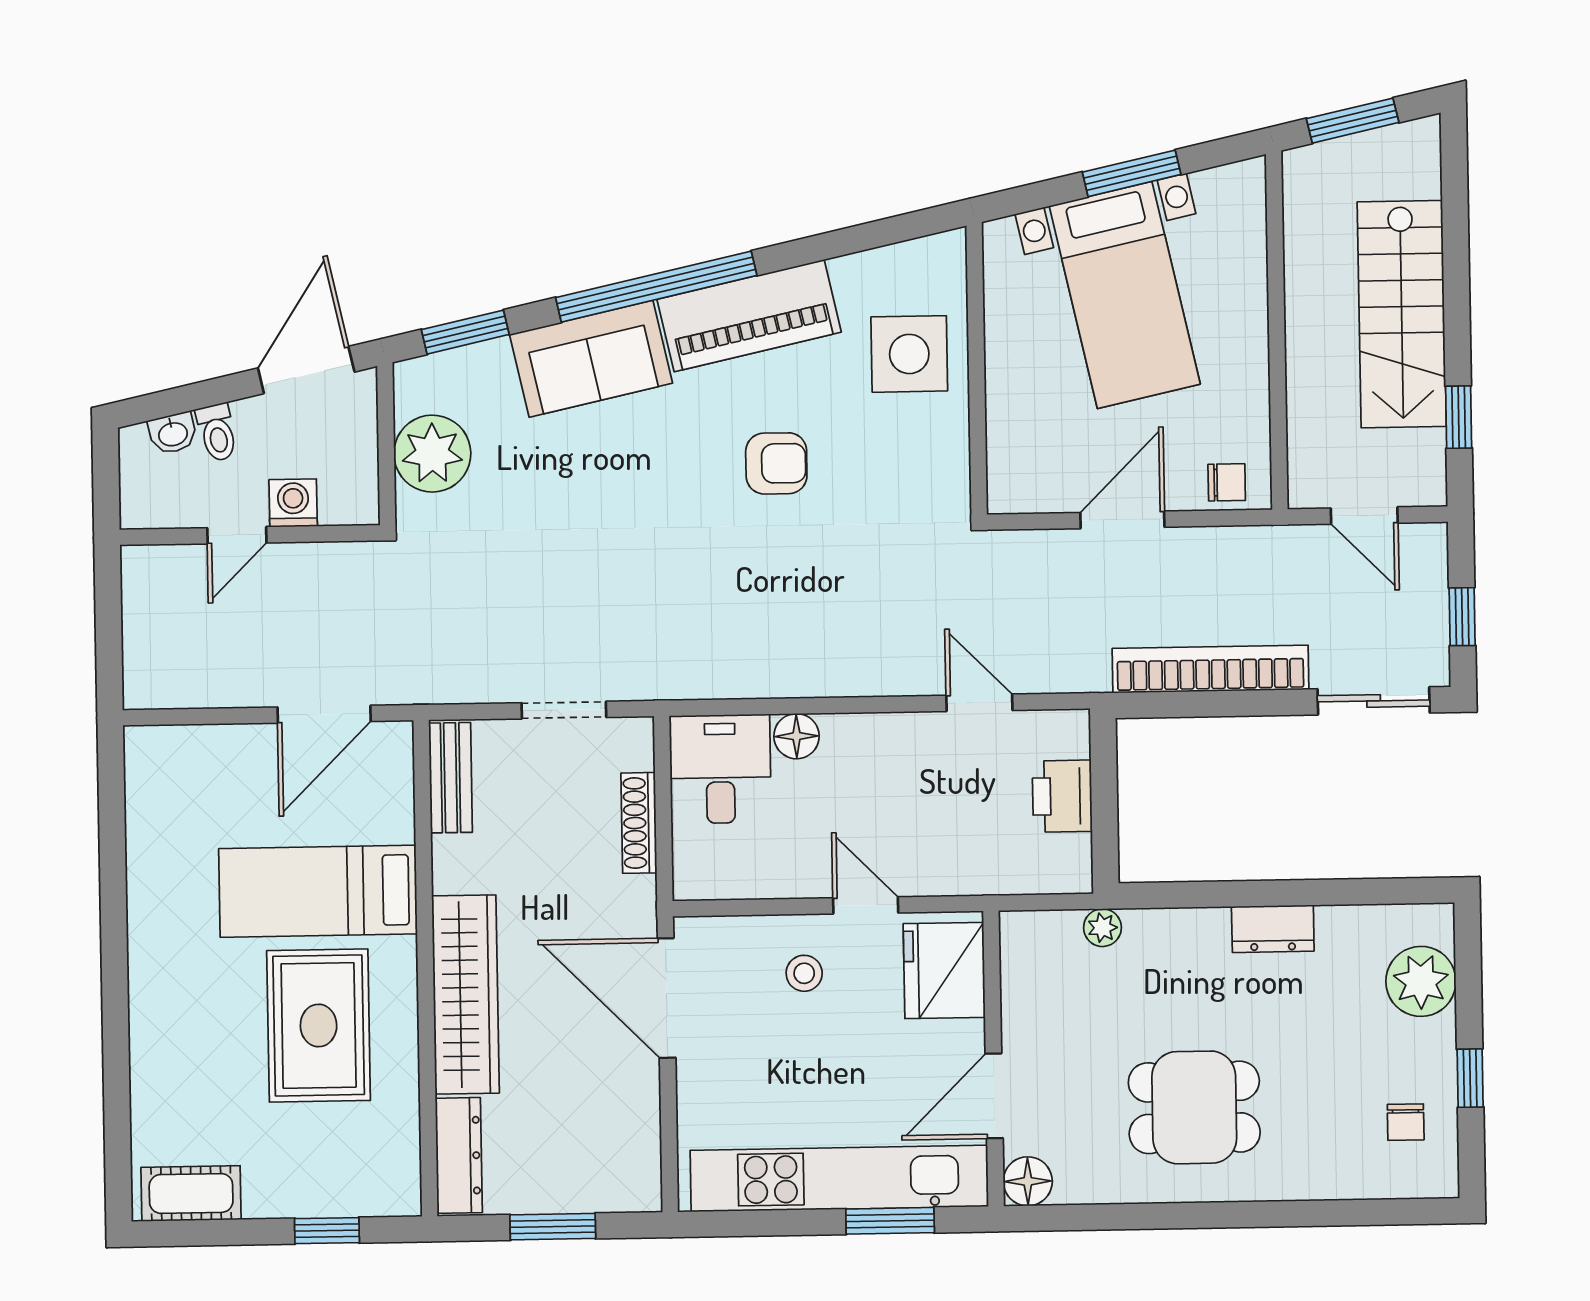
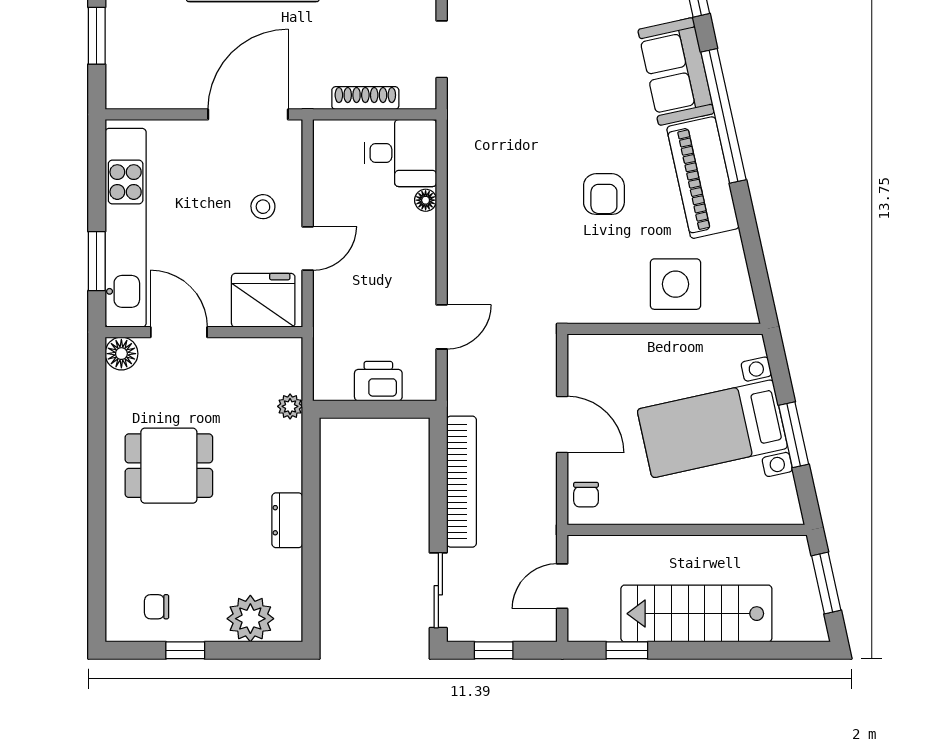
floor lamp: (797, 736) -> (426, 200), width x0.73, depth x0.73
dining table: (1194, 1107) -> (169, 466), turned 90

